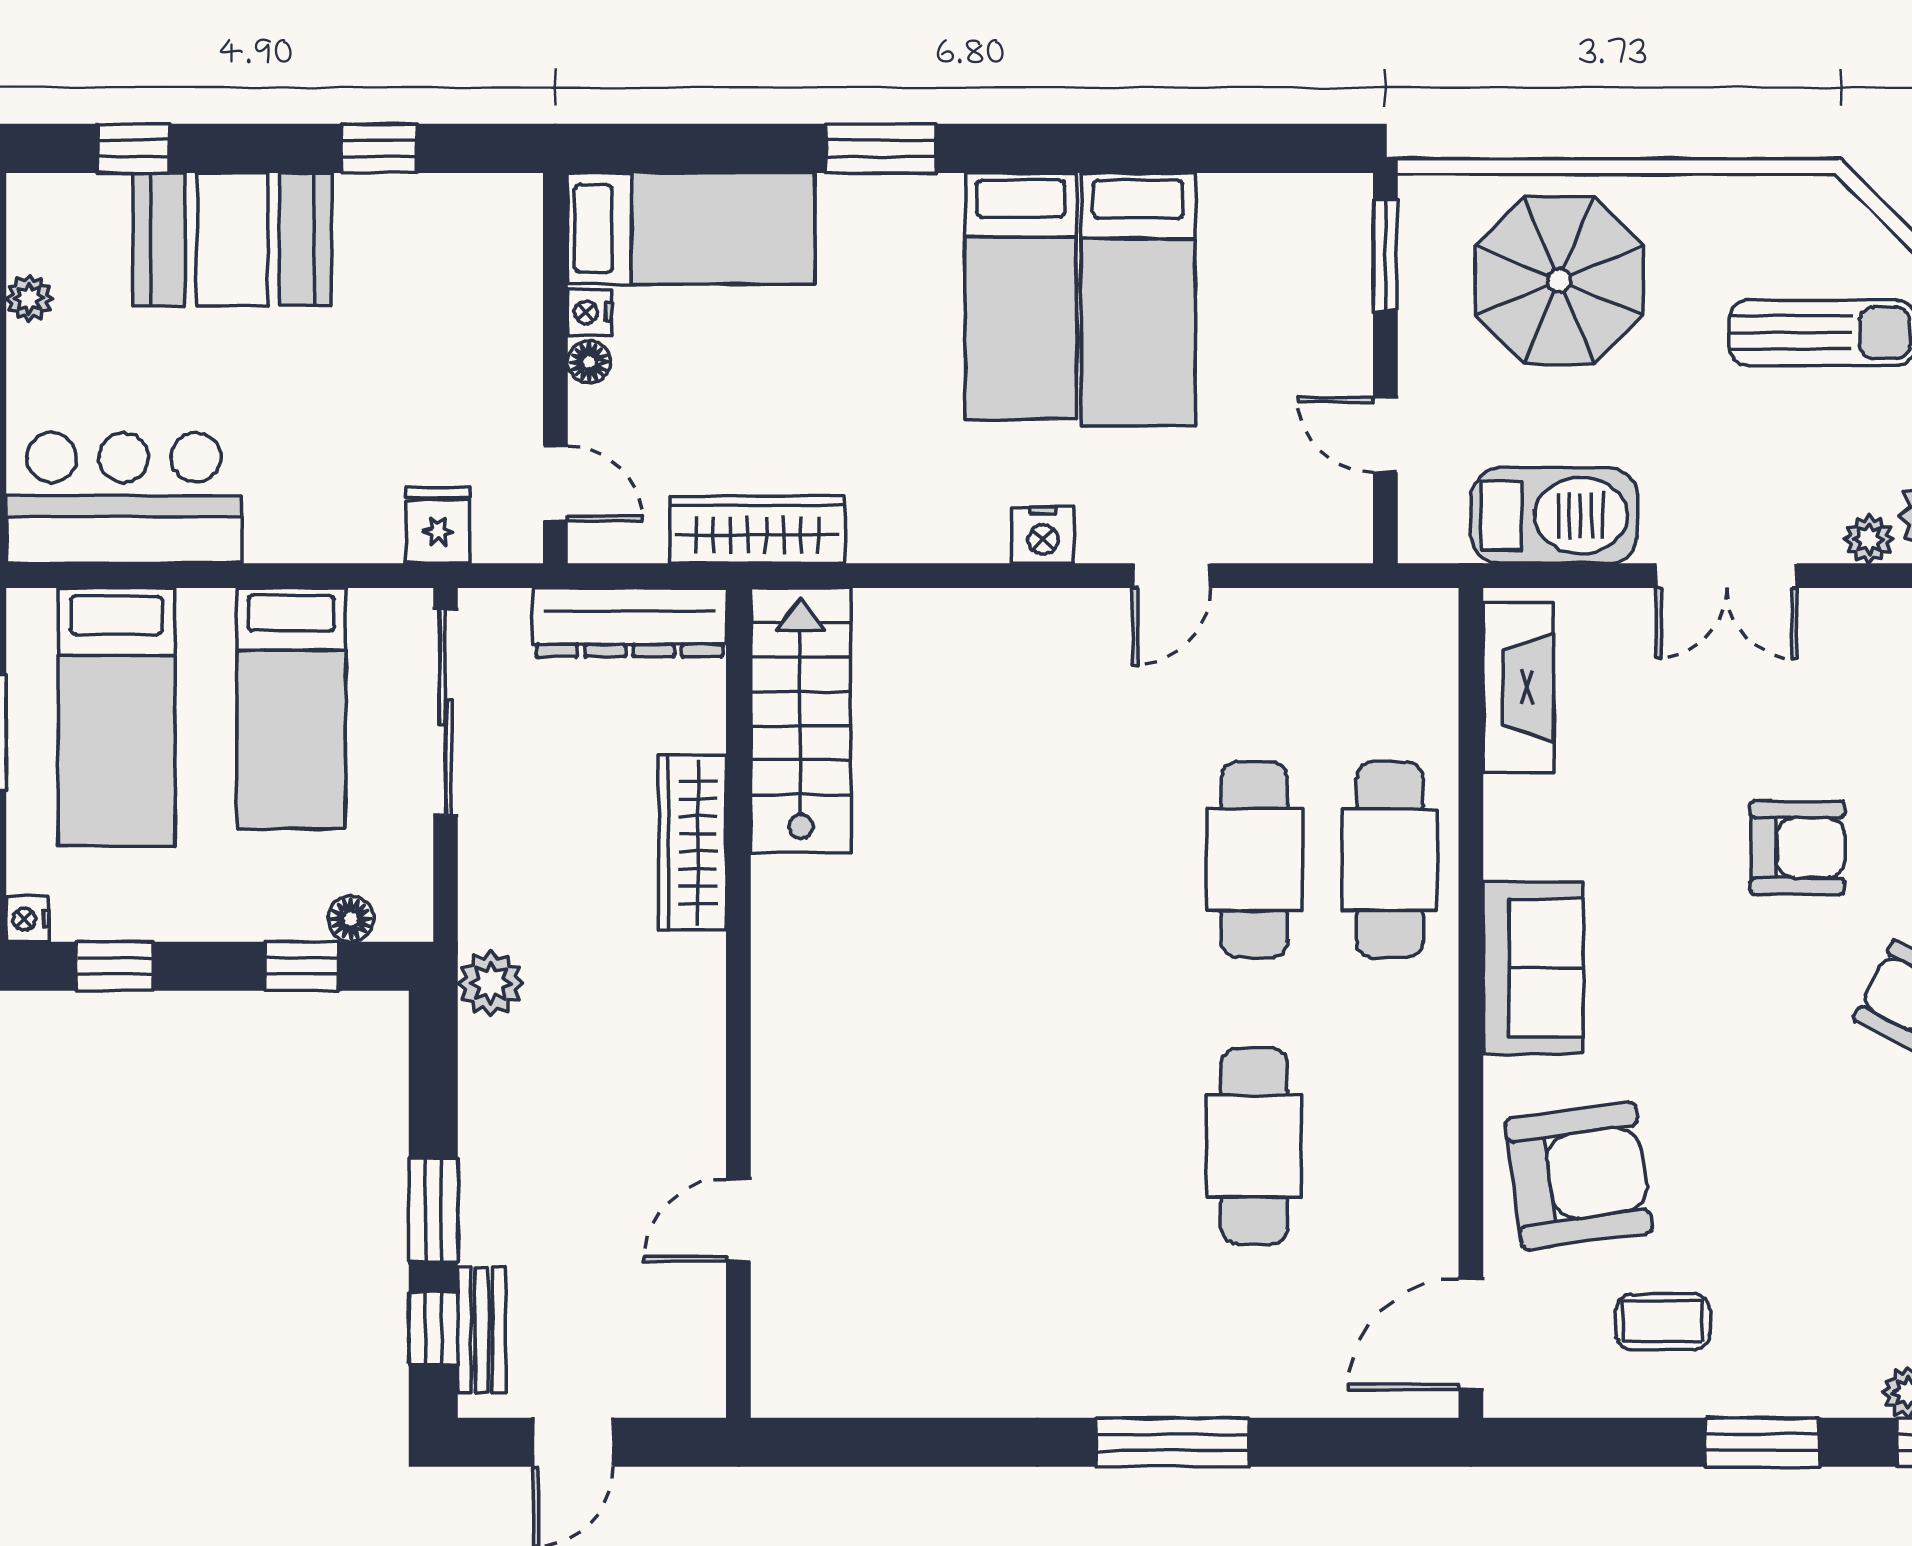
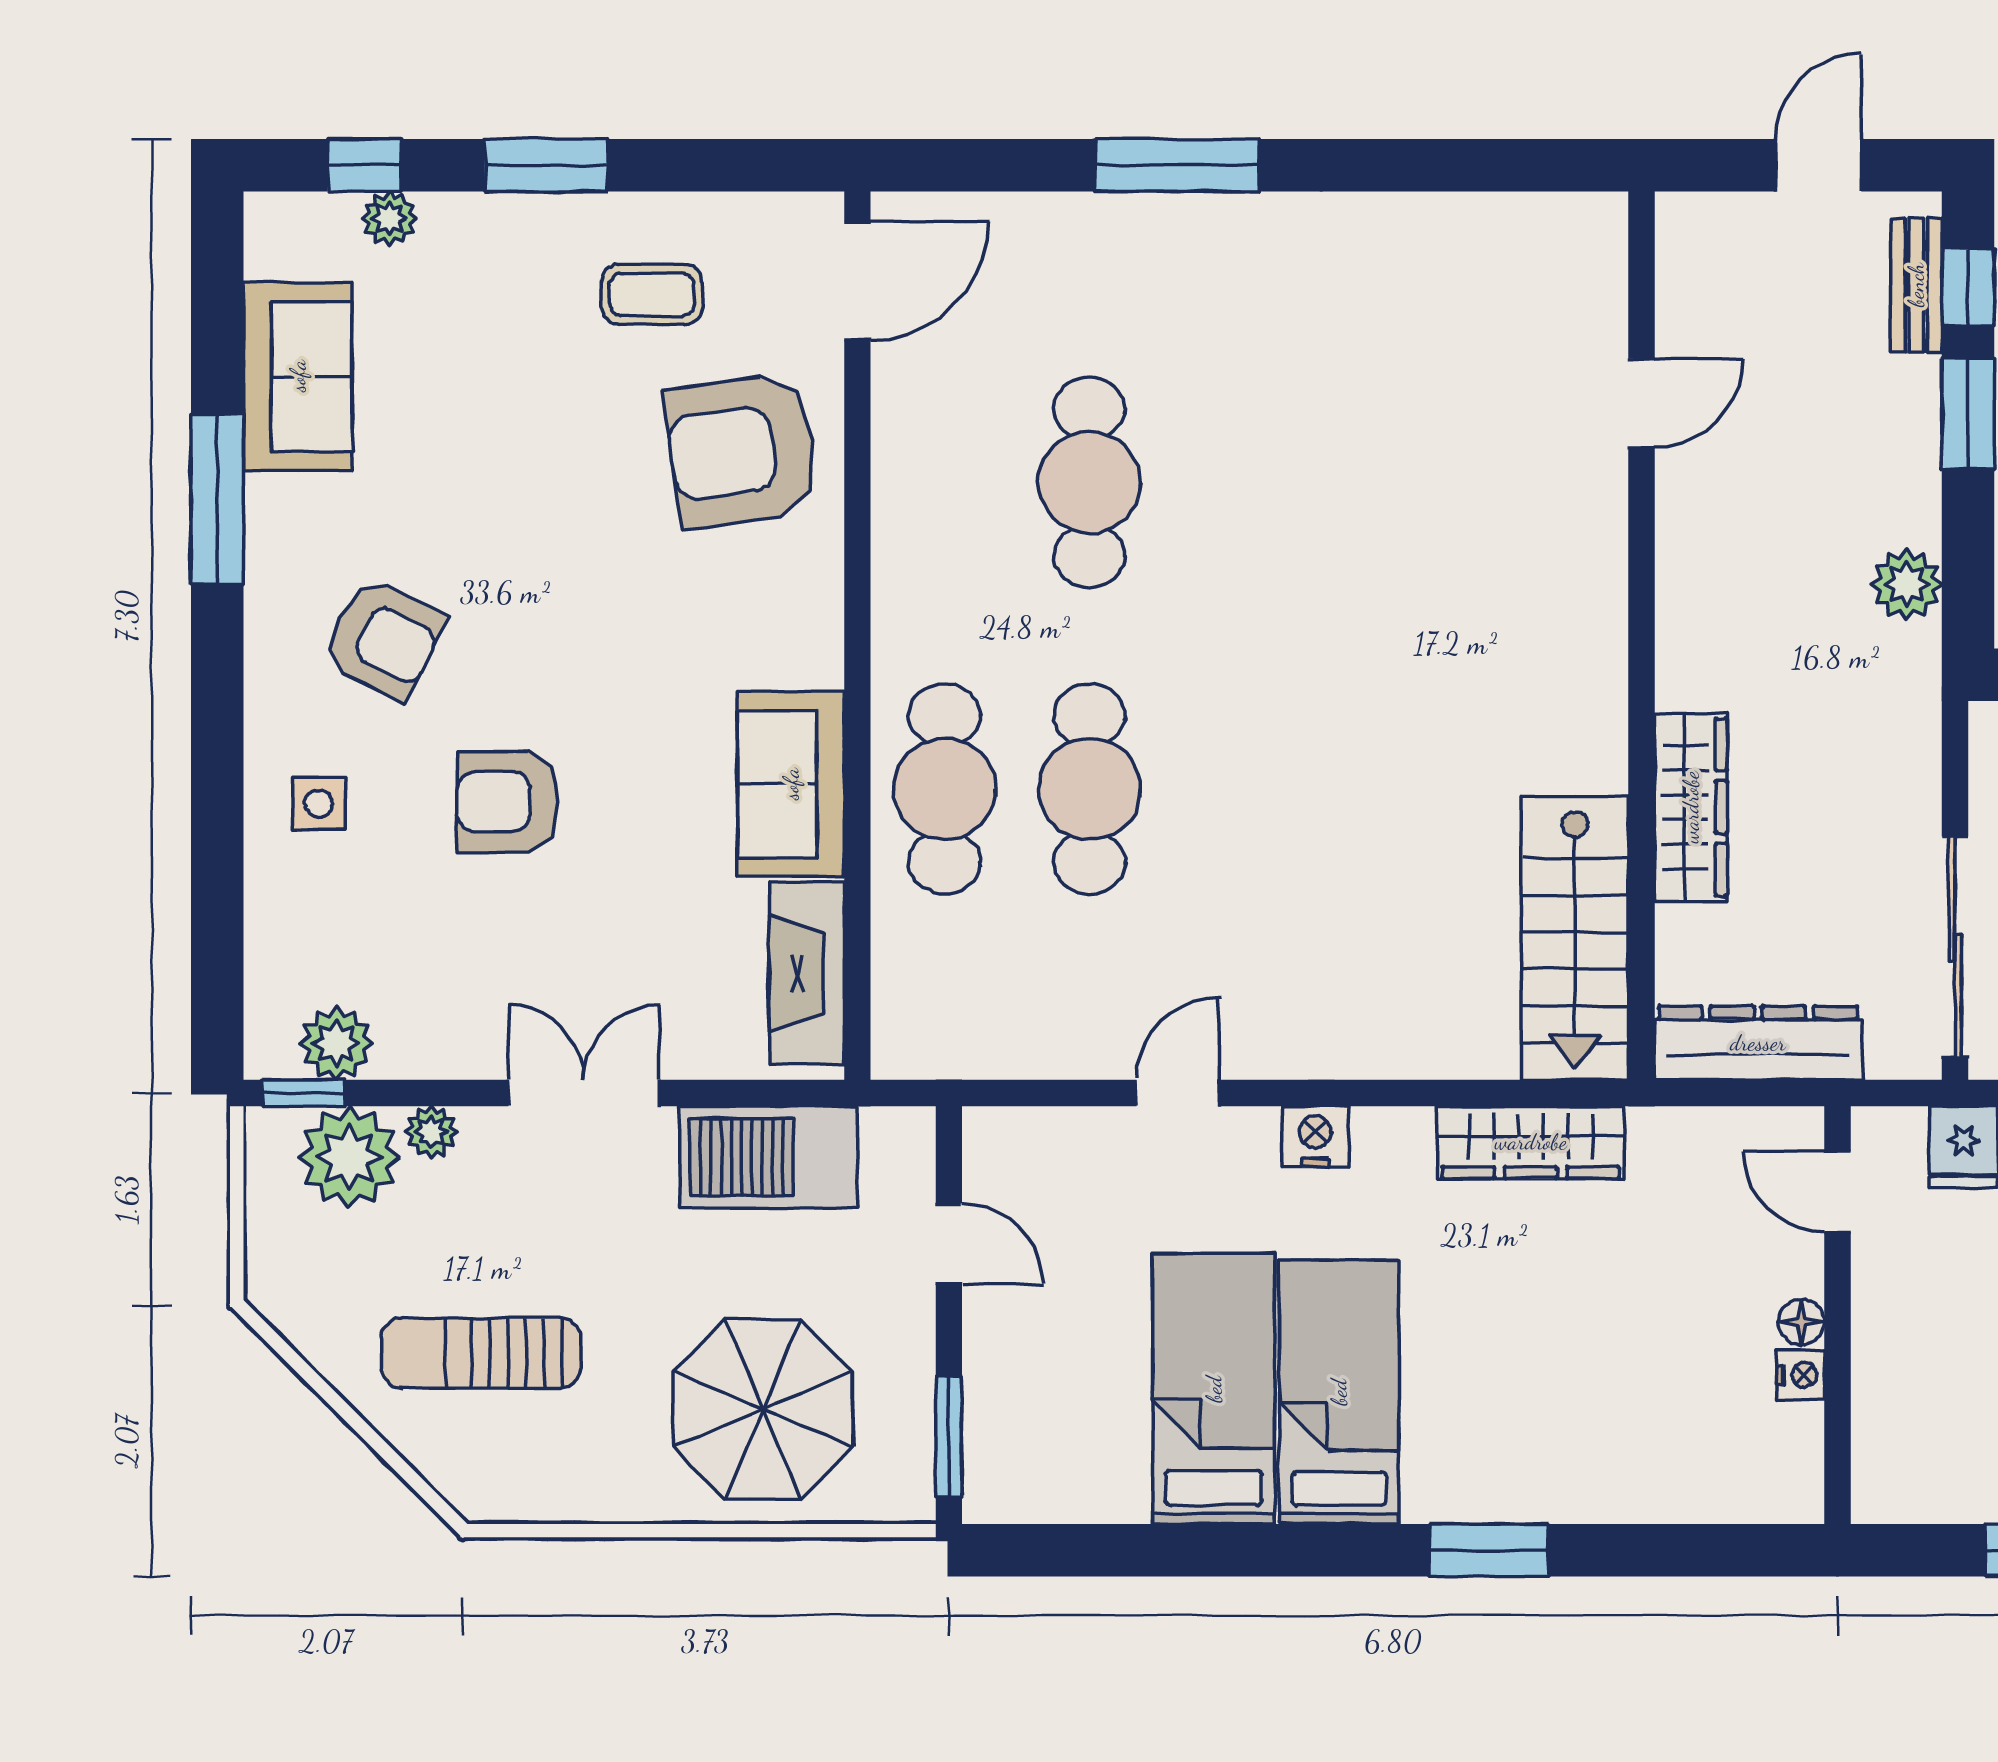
bed: (691, 228) -> (1692, 1465), removed
wardrobe: (757, 530) -> (1531, 1142), moved
sofa: (1533, 968) -> (791, 784), moved
plant: (491, 983) -> (1907, 584), moved

